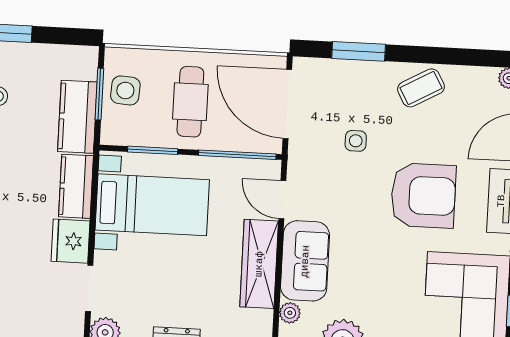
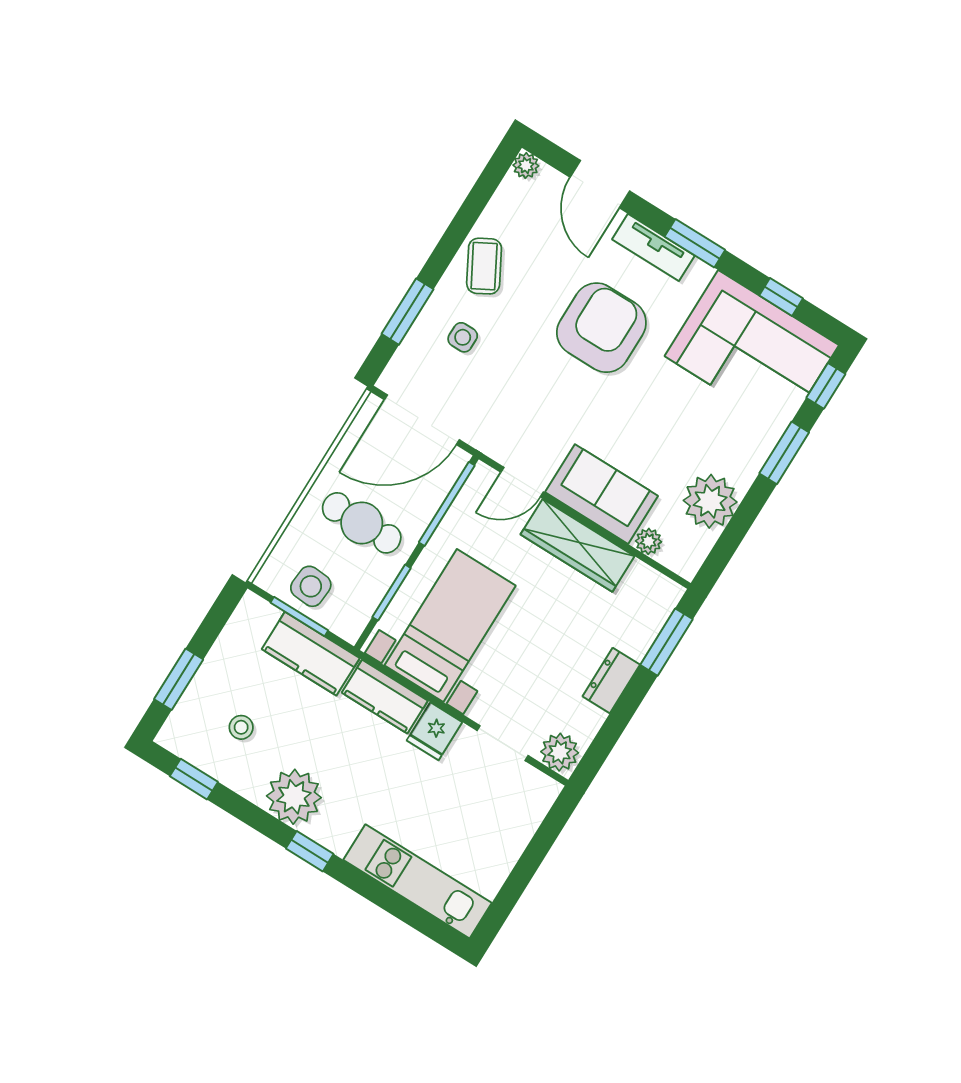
side table: (356, 141) -> (463, 337), moved
fridge: (71, 241) -> (434, 731), width x0.72

